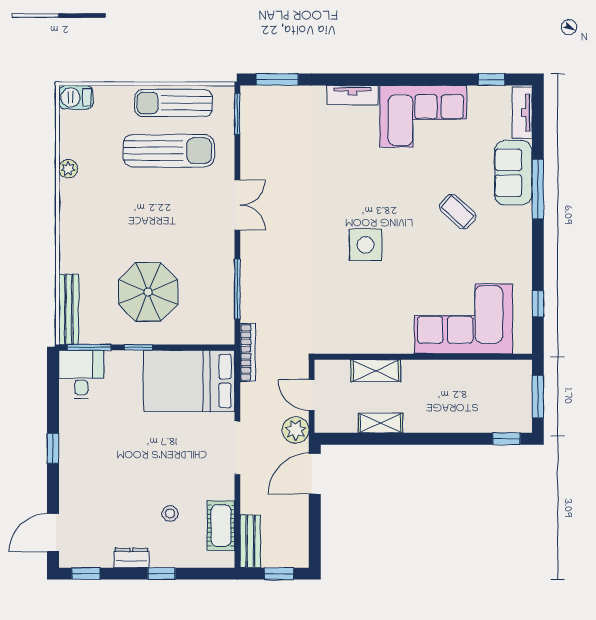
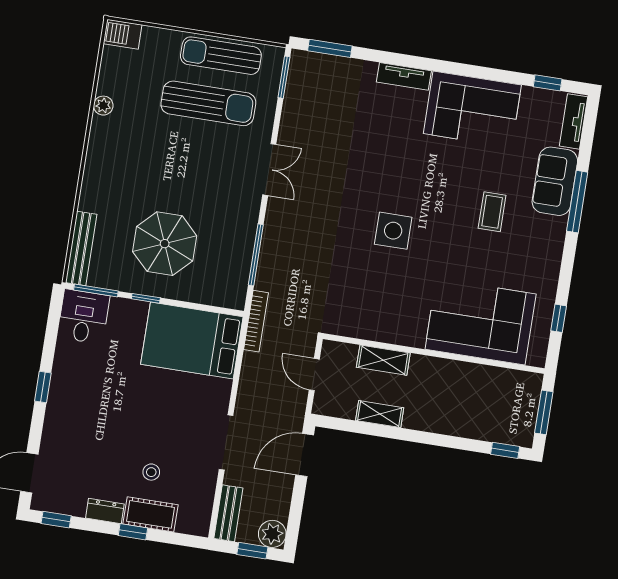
coffee table: (458, 212) -> (492, 212), turned 48
plant: (296, 430) -> (272, 534), moved
doorway: (237, 448) -> (226, 442), moved
cot: (221, 526) -> (150, 514), moved, turned 90

